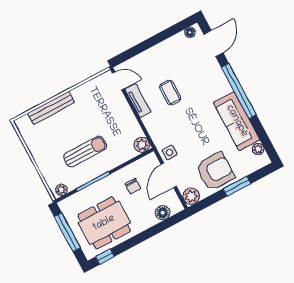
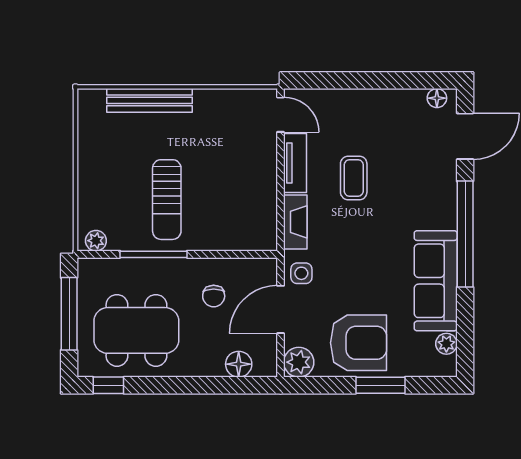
fireplace: (153, 129) -> (295, 222), added
plant: (142, 145) -> (263, 237), removed
sun lounger: (85, 151) -> (167, 200), turned 90

